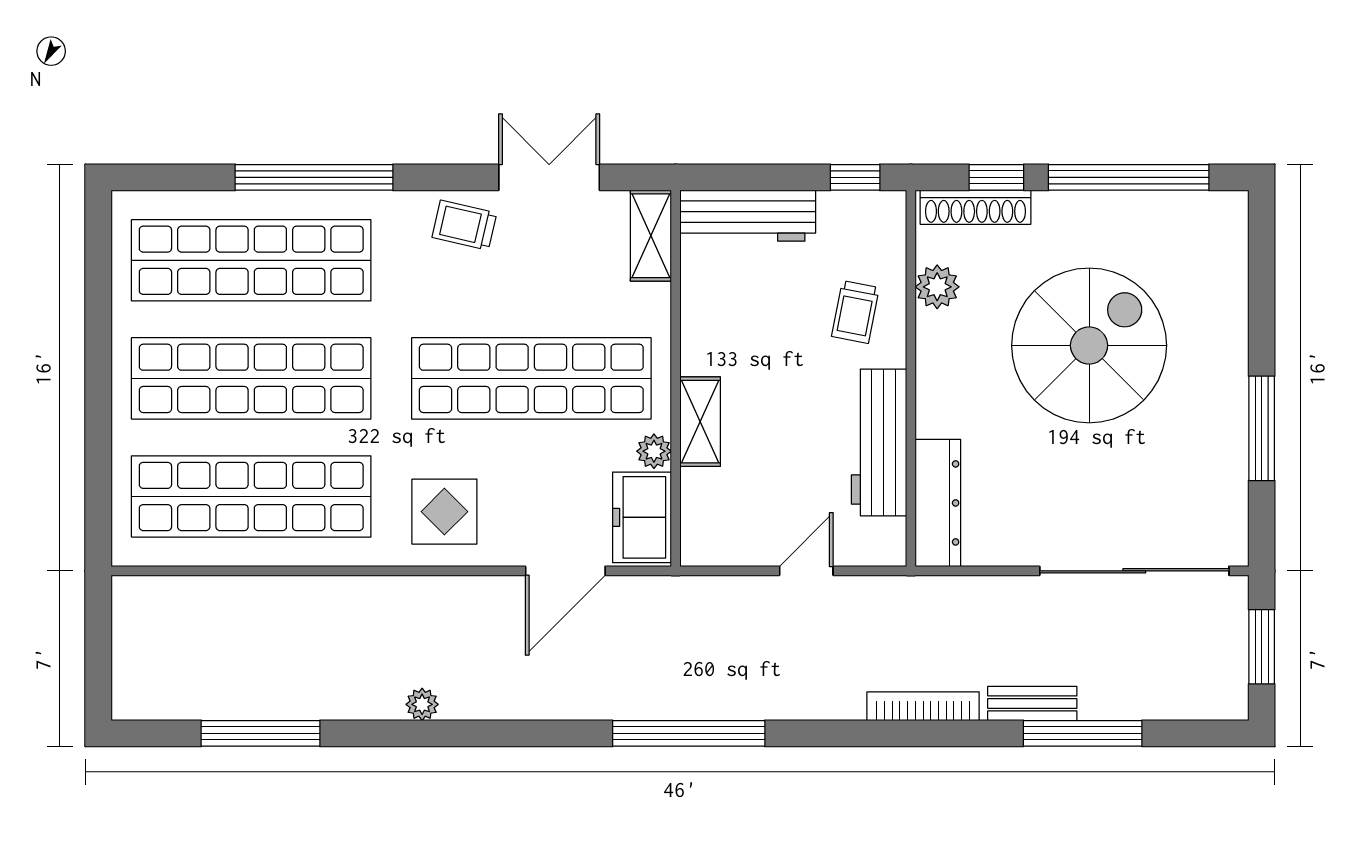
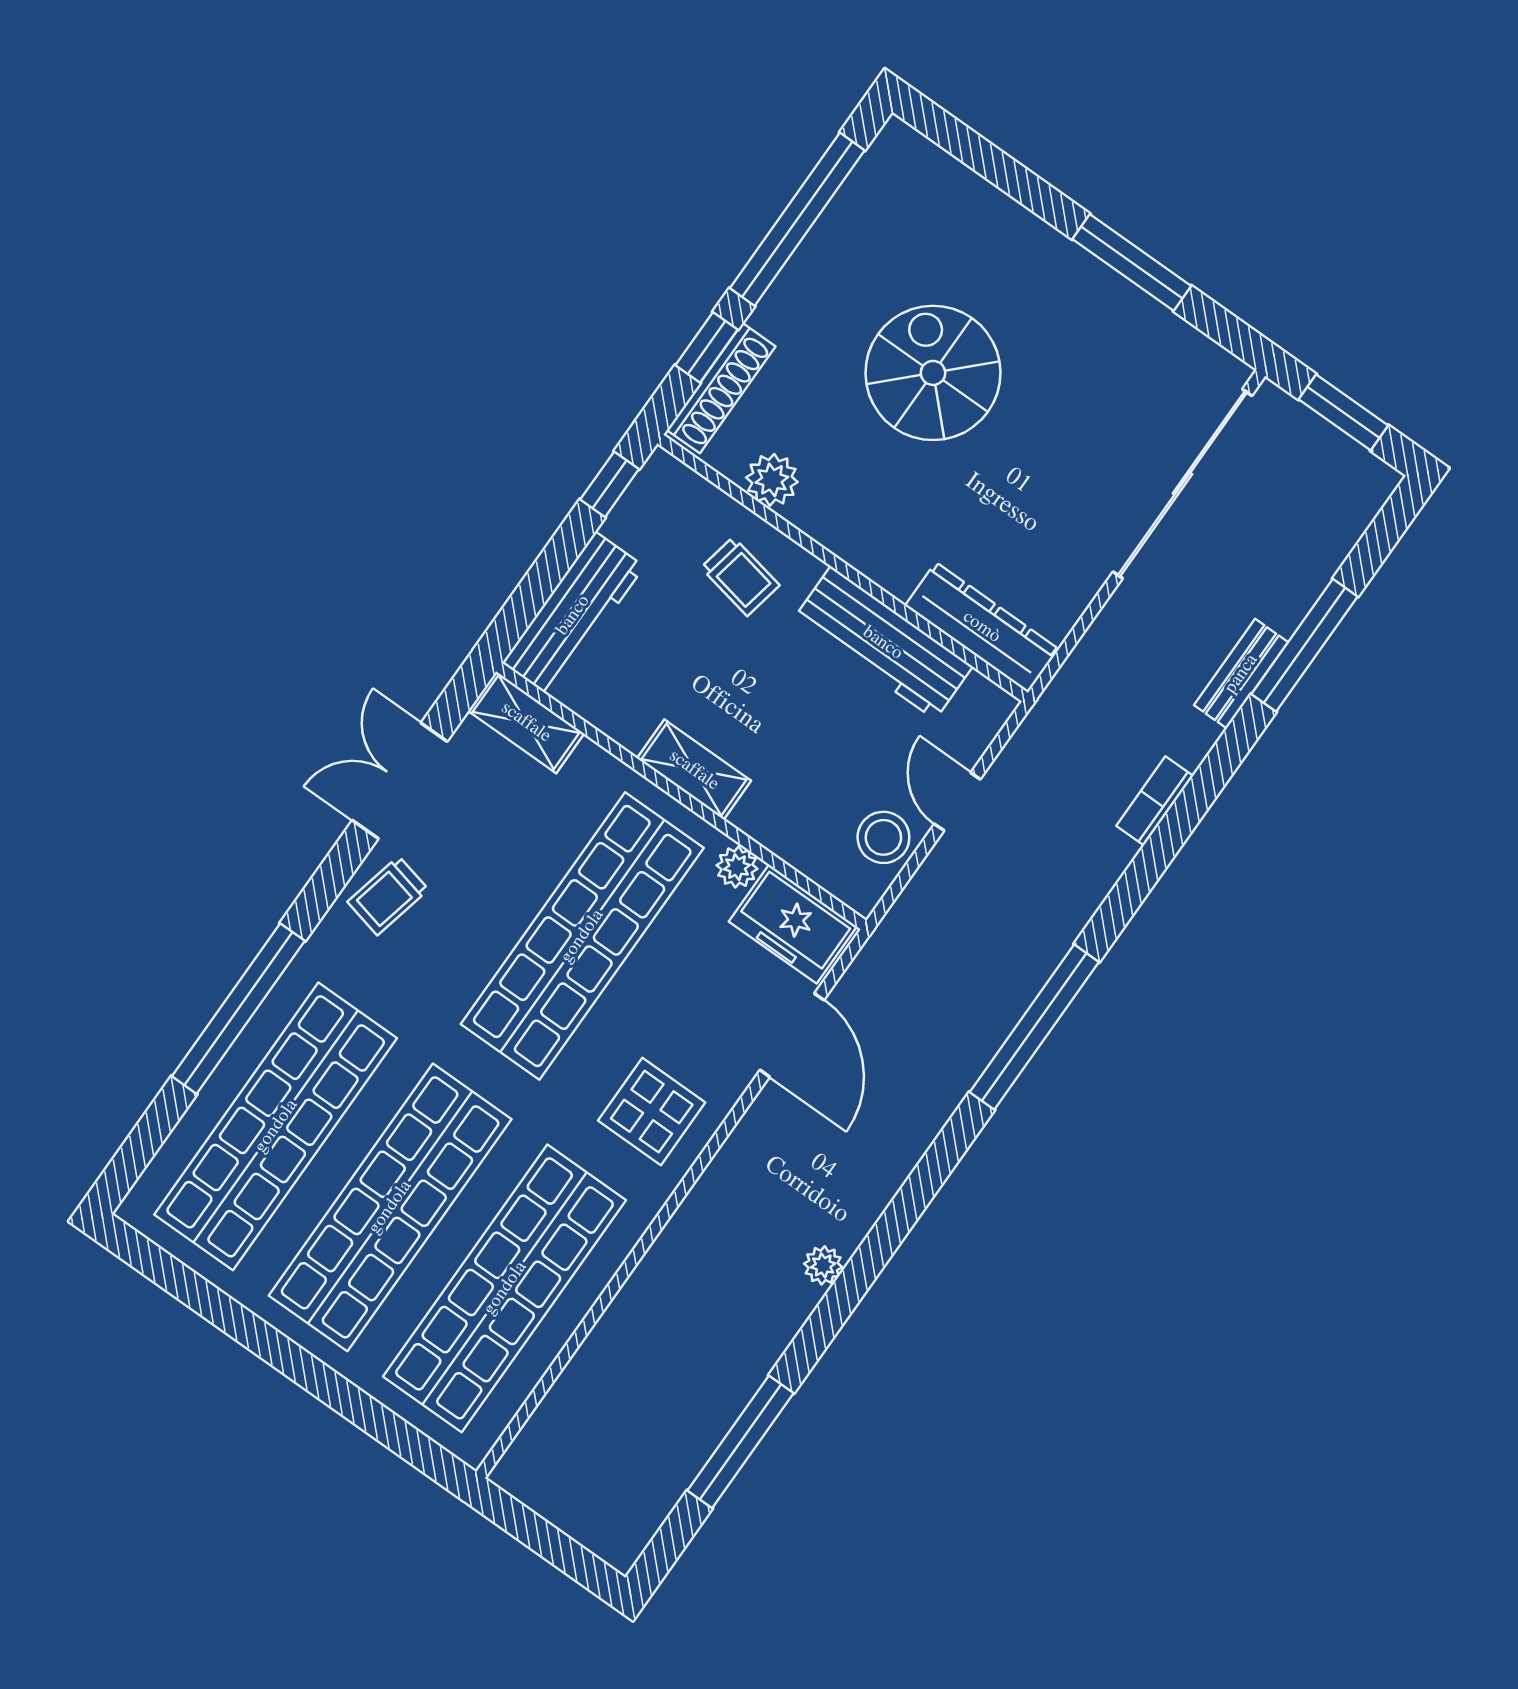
spiral stairs: (1089, 345) -> (933, 373), width x0.73, depth x0.73
shelving: (700, 422) -> (694, 770), moved
stool: (746, 537) -> (883, 837), added
bookcase: (923, 706) -> (1155, 801), width x0.64

